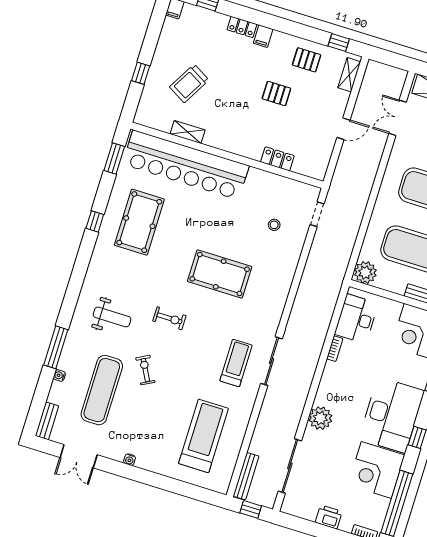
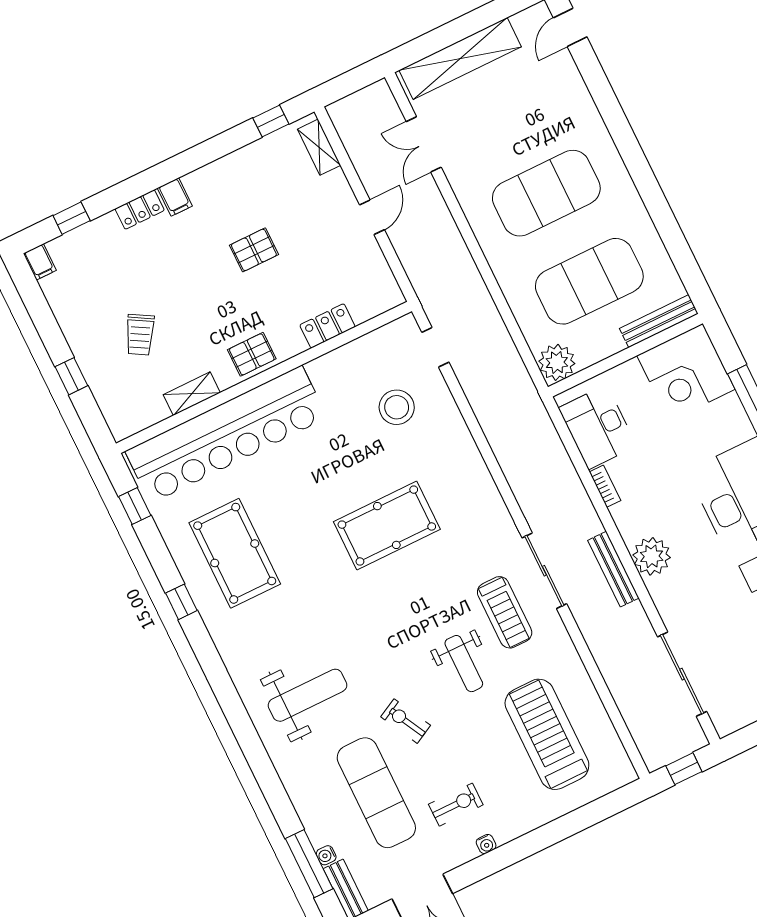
pallet: (307, 60) -> (252, 354), moved
trolley: (189, 83) -> (140, 335), width x0.73, depth x0.72
window: (114, 158) -> (135, 506), width x0.67
stool: (274, 225) -> (397, 407), width x1.89, depth x1.89
weight bench: (112, 317) -> (308, 695), width x1.36, depth x1.33
exercise bike: (169, 318) -> (456, 805), moved
window: (56, 347) -> (309, 864), moved
treadmill: (236, 363) -> (505, 612), turned 180
weight bench: (196, 369) -> (464, 664), added
water cooler: (59, 376) -> (326, 855), moved
plant: (320, 418) -> (652, 556), moved
bench: (246, 476) -> (613, 569), moved

